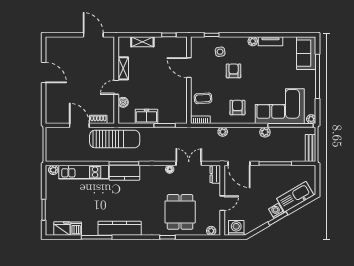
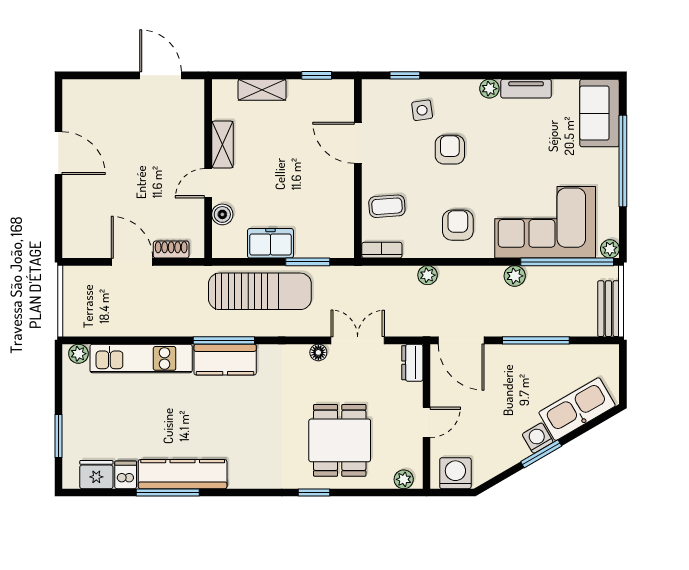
sun lounger: (115, 139) -> (260, 291), moved
kitchen counter: (120, 228) -> (183, 474), moved

